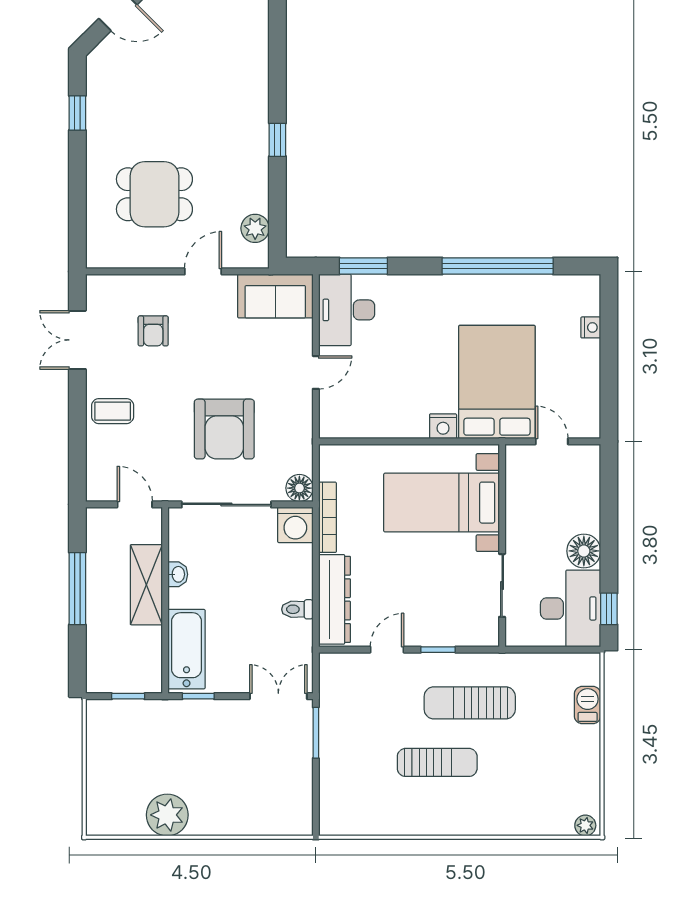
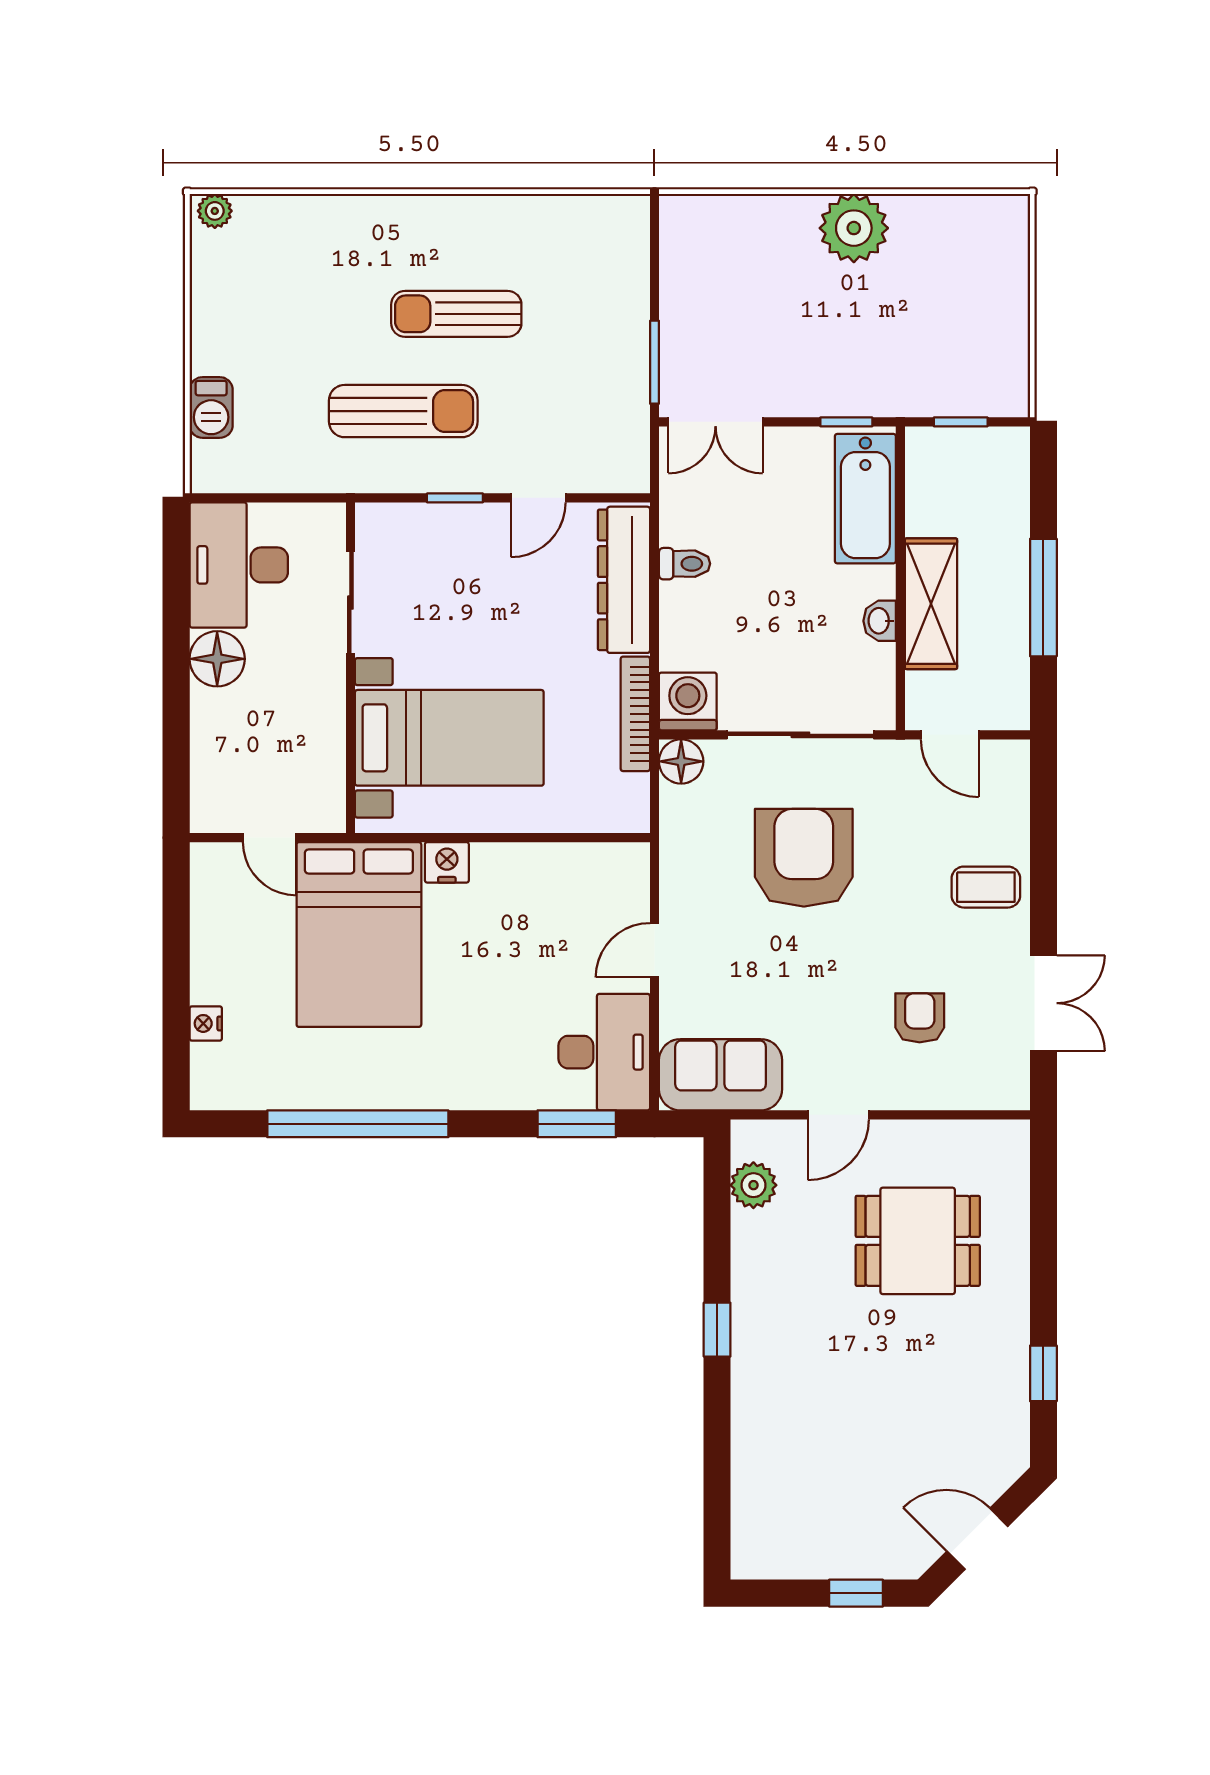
window: (609, 609) -> (176, 564), removed
plant: (167, 815) -> (854, 228), moved

